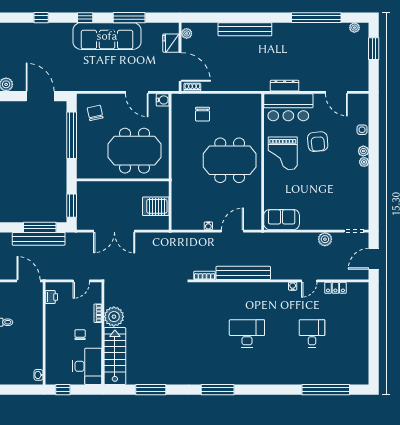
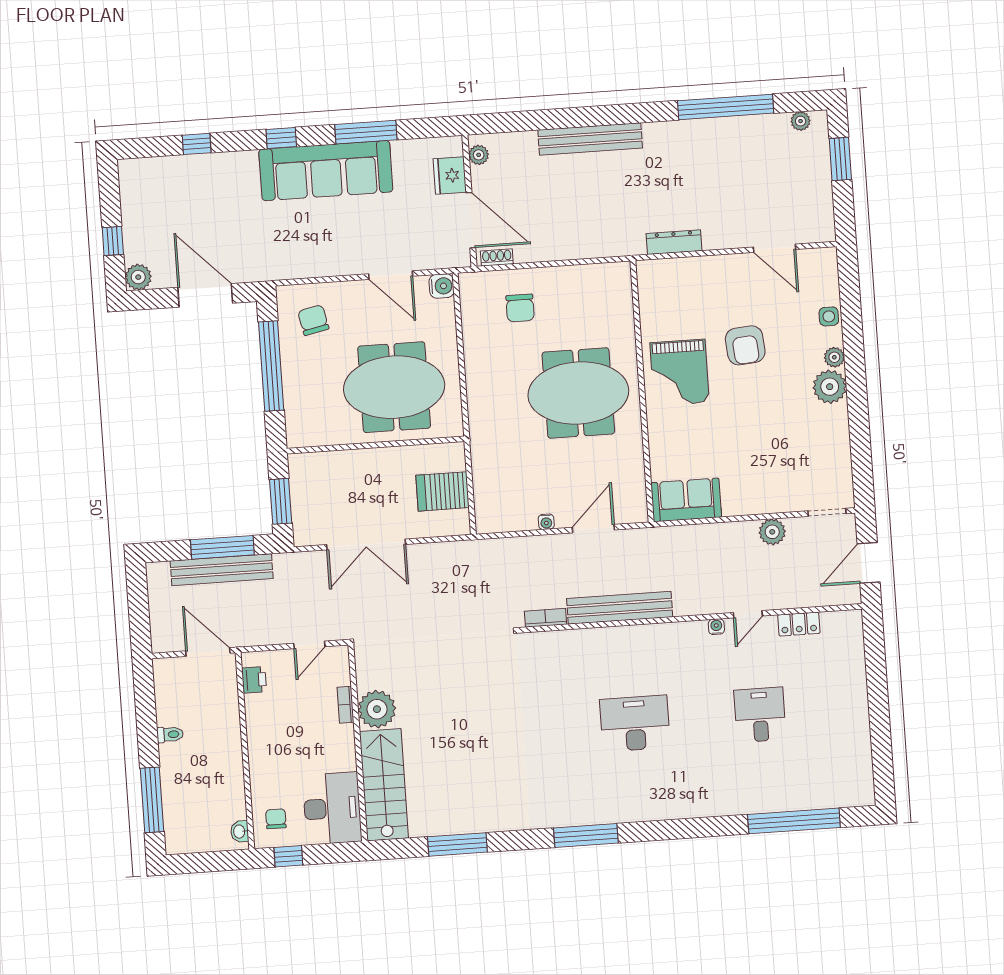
bar counter: (288, 107) -> (684, 283), removed
plant: (364, 162) -> (830, 387), width x1.88, depth x1.88
chair: (80, 335) -> (276, 819), moved

